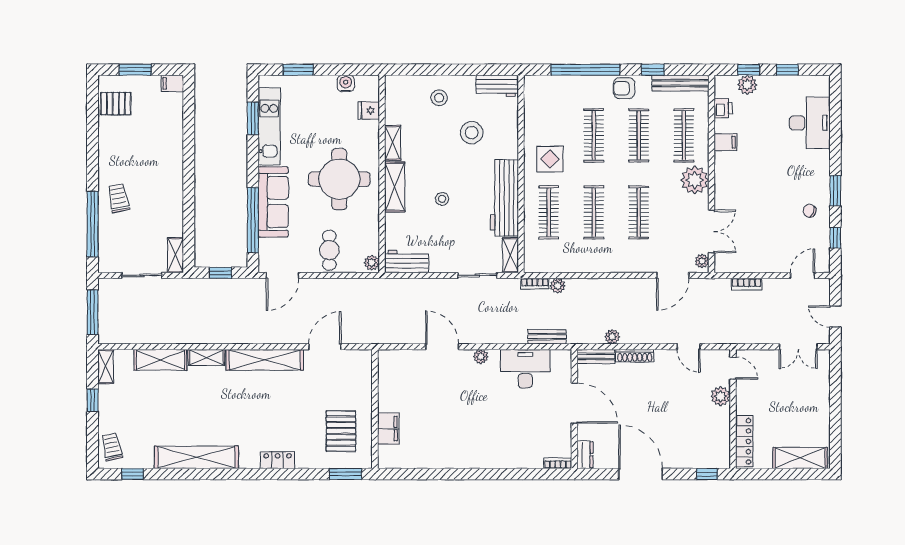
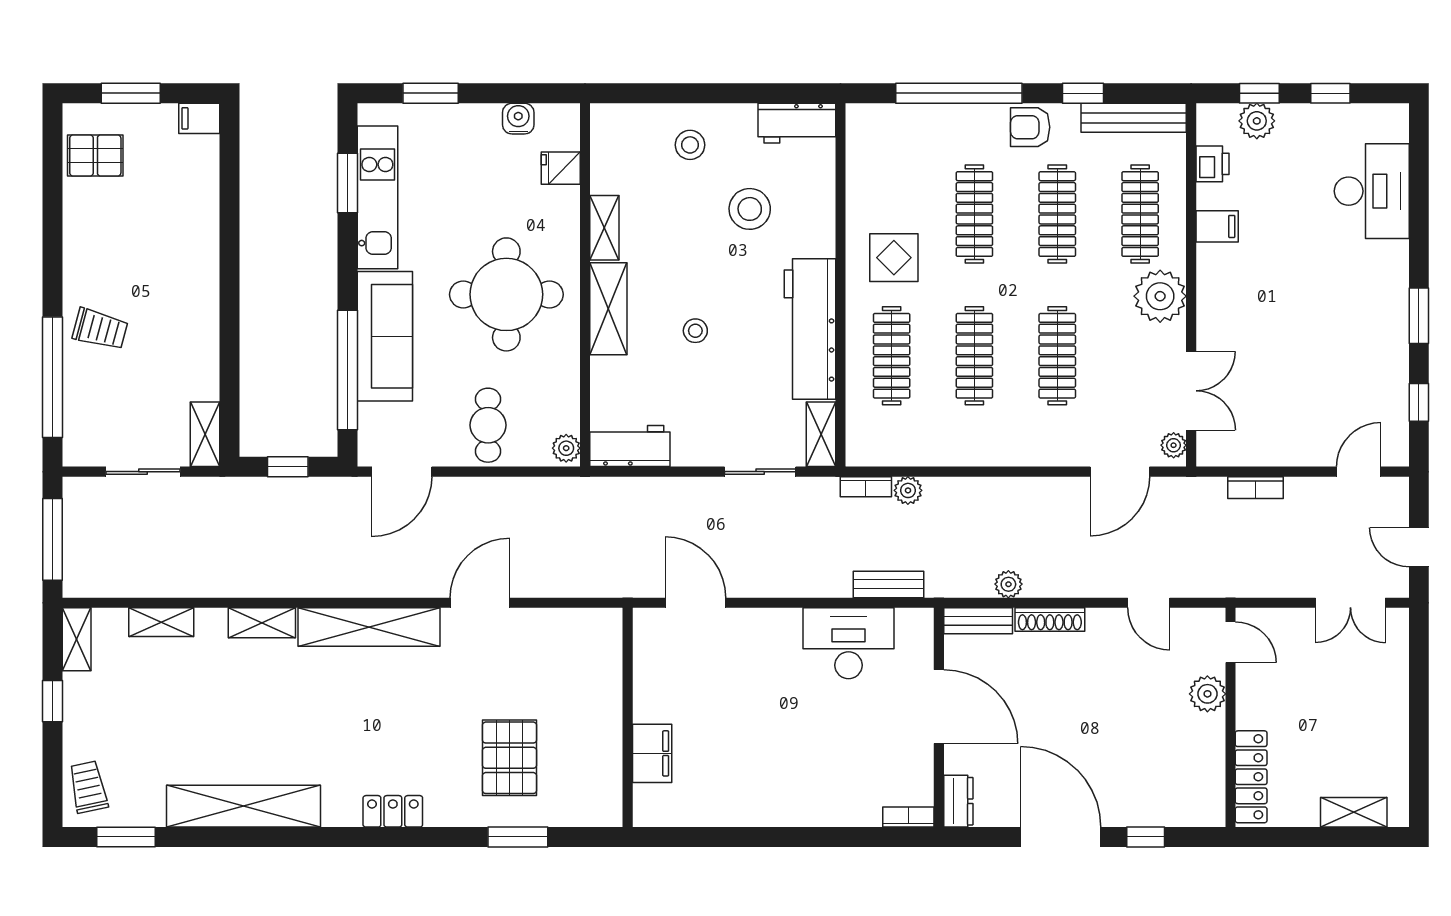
trolley: (118, 198) -> (100, 329), turned 116
chair: (810, 211) -> (1371, 353), removed
plant: (481, 357) -> (767, 621), removed
shelving: (160, 360) -> (161, 622), width x0.67, depth x0.75
wall: (375, 409) -> (628, 717), moved
filing cabinet: (388, 429) -> (652, 753), moved
shelving: (800, 458) -> (1354, 812), width x0.67, depth x0.75
window: (133, 474) -> (126, 837), width x1.50
window: (707, 474) -> (1146, 837), moved

